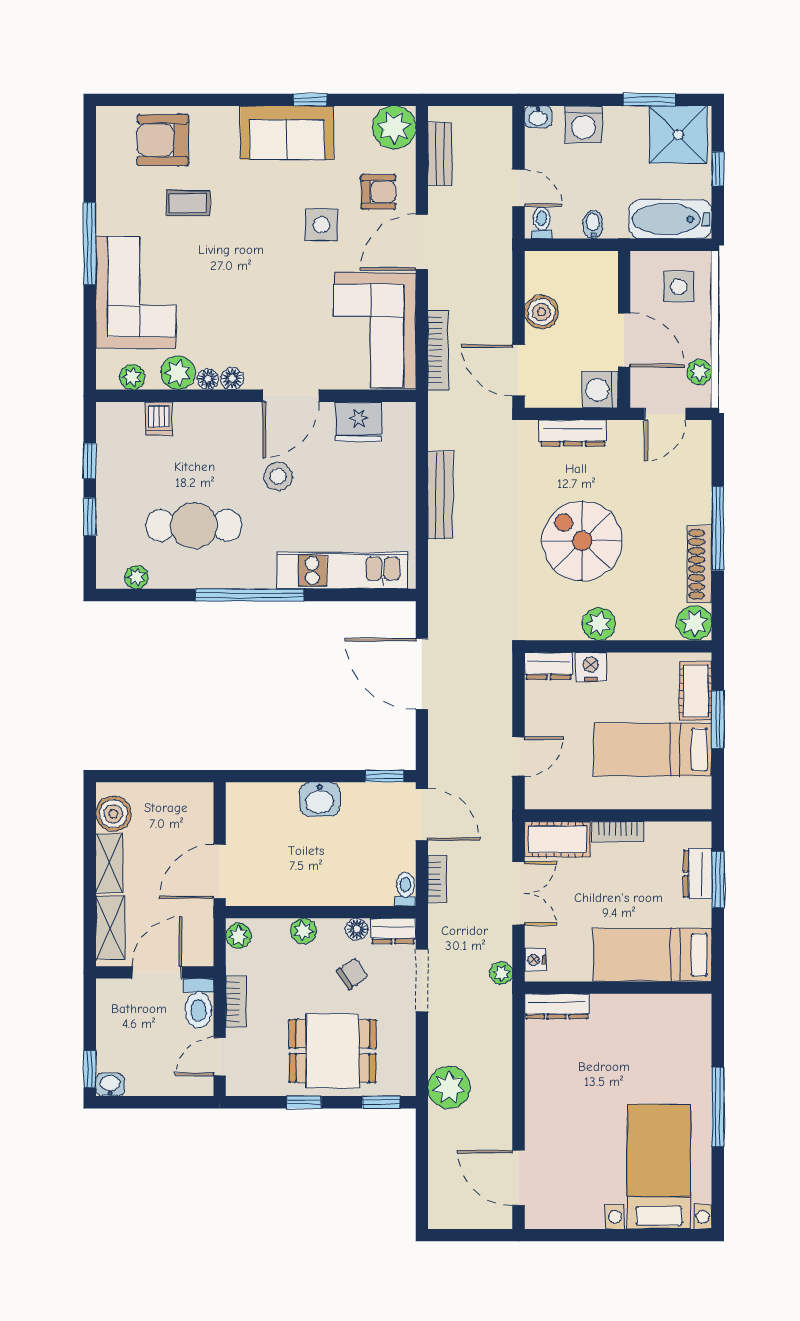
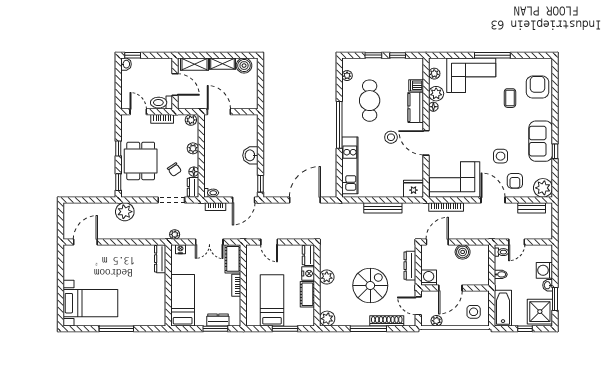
washbasin: (538, 117) -> (548, 285), moved
floor lamp: (232, 379) -> (434, 117), removed
kitchen counter: (210, 419) -> (416, 107), added
fridge: (359, 421) -> (414, 189), moved, turned 90
spiral stairs: (582, 541) -> (370, 285), moved
shoe rack: (700, 564) -> (387, 321), moved
cot: (696, 691) -> (307, 294), moved, turned 90

